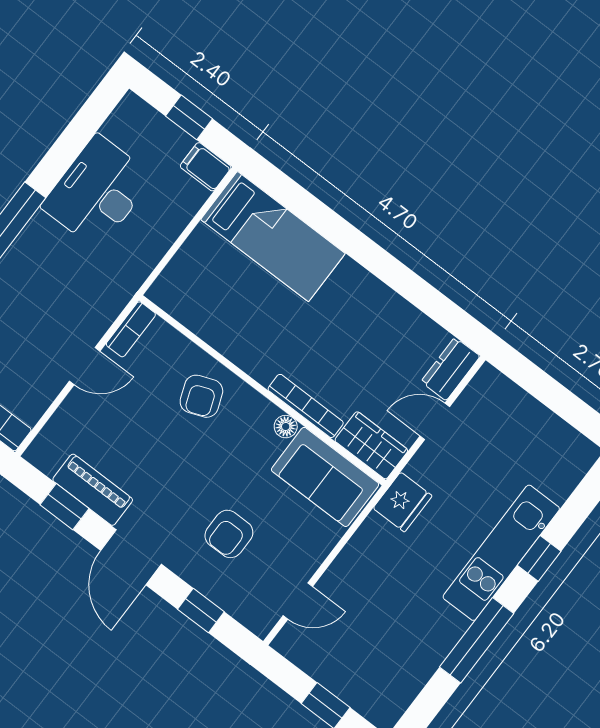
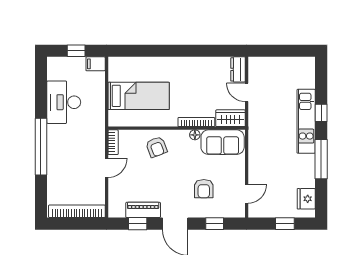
bed: (273, 236) -> (139, 96), moved
door: (435, 421) -> (247, 92), hinge flipped
fridge: (403, 502) -> (306, 199), moved, turned 180

